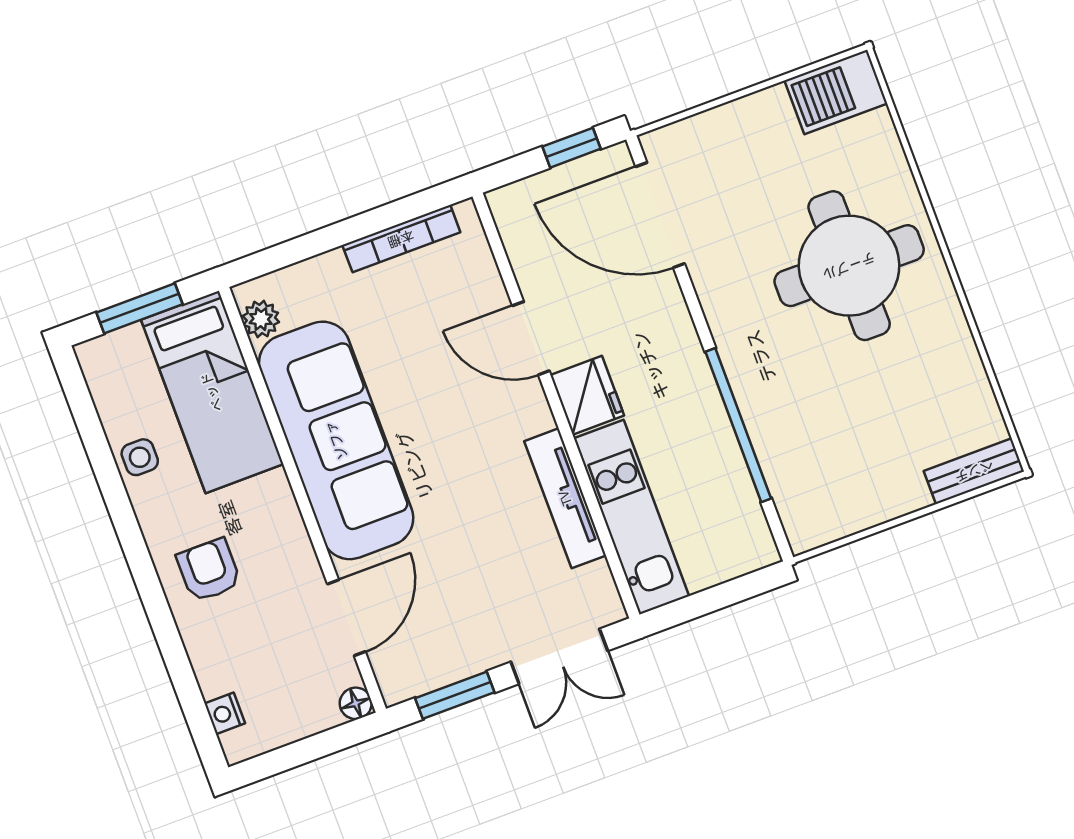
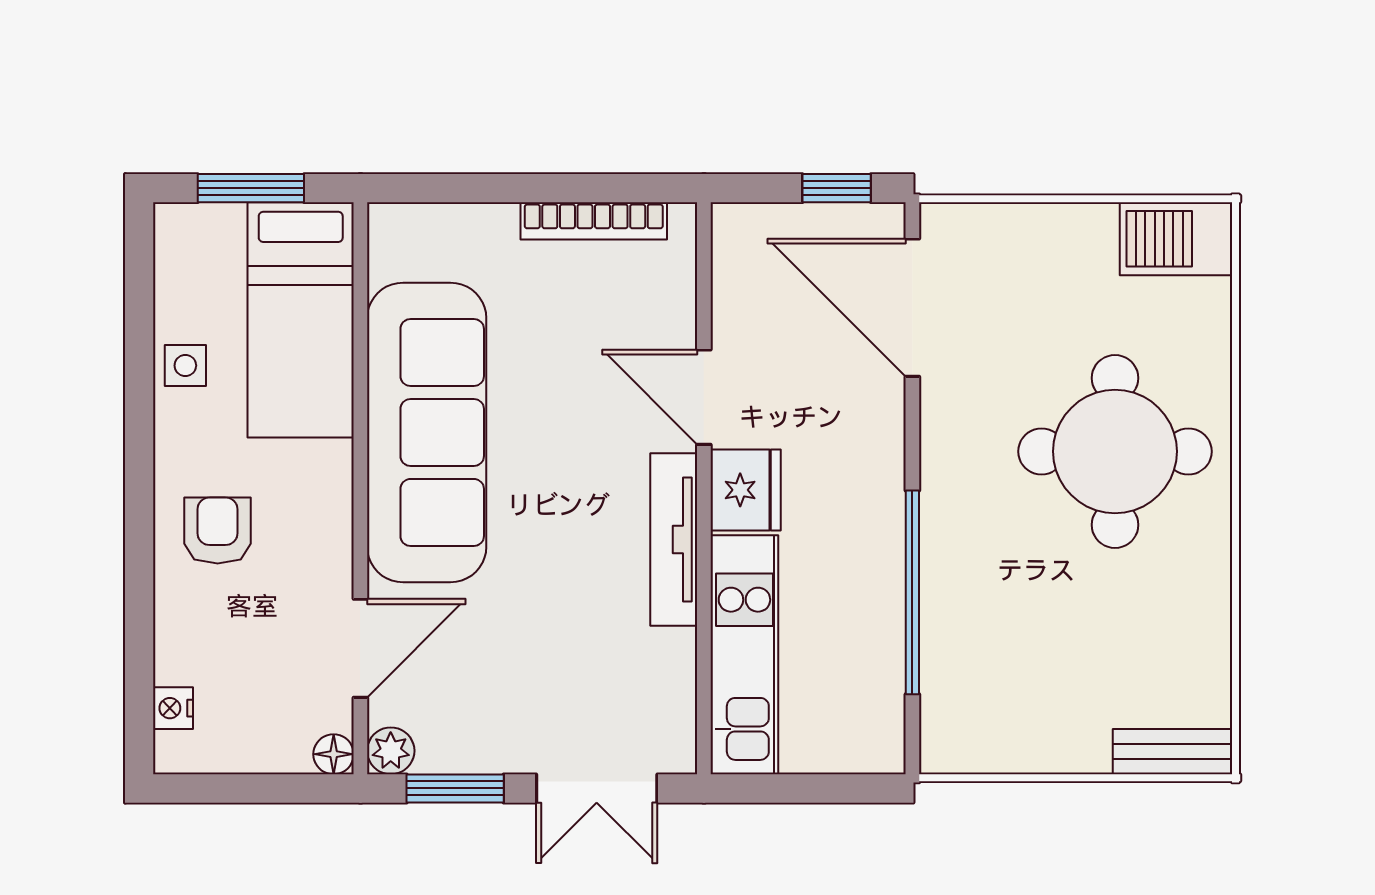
plant: (261, 319) -> (391, 751), moved
tv unit: (565, 498) -> (674, 539), moved

